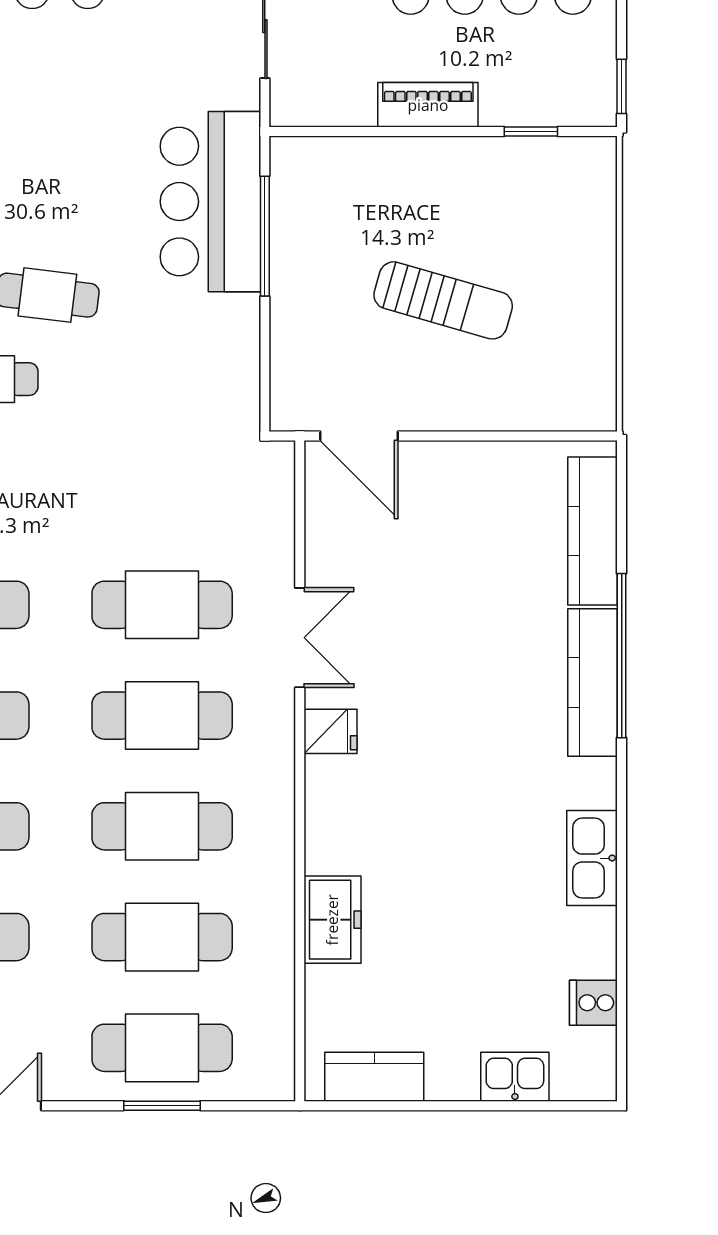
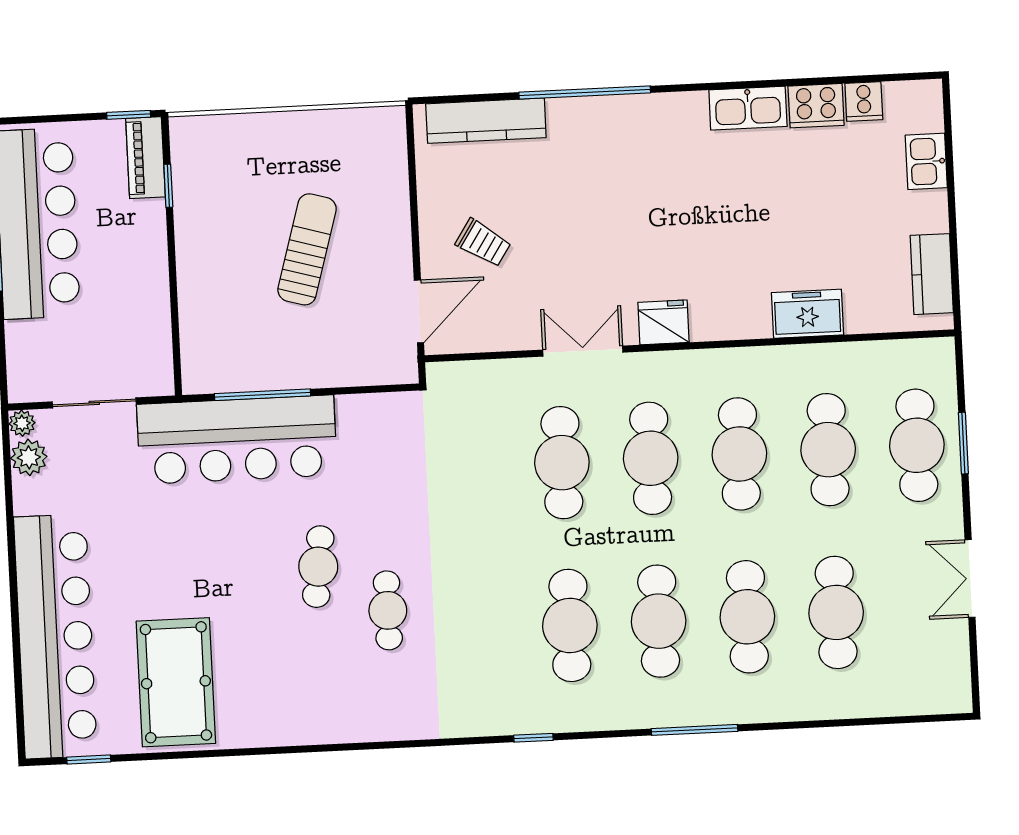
piano: (428, 105) -> (145, 158), moved
bar counter: (210, 202) -> (237, 440), width x1.36
trolley: (440, 520) -> (483, 243), added
kitchen counter: (593, 683) -> (607, 115), removed
fridge: (330, 731) -> (664, 322), width x1.38
cooker: (591, 943) -> (816, 106), added

